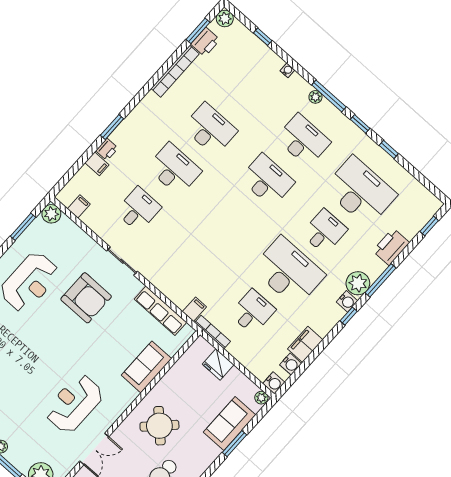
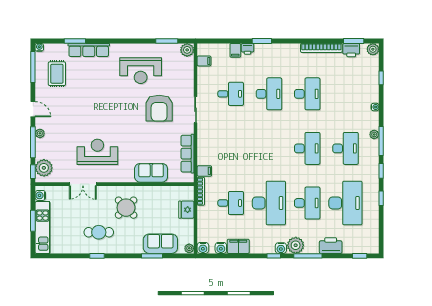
desk: (324, 232) -> (307, 203), width x1.37

